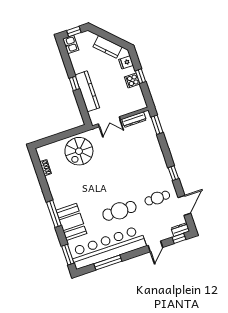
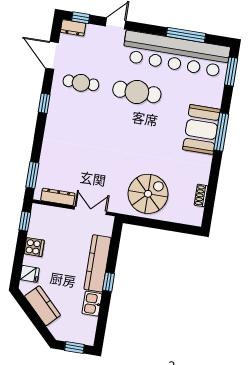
kitchen sink: (71, 44) -> (92, 304), moved
window: (141, 76) -> (25, 221), moved
door: (184, 205) -> (52, 55), hinge flipped
booth: (71, 222) -> (201, 129), moved

